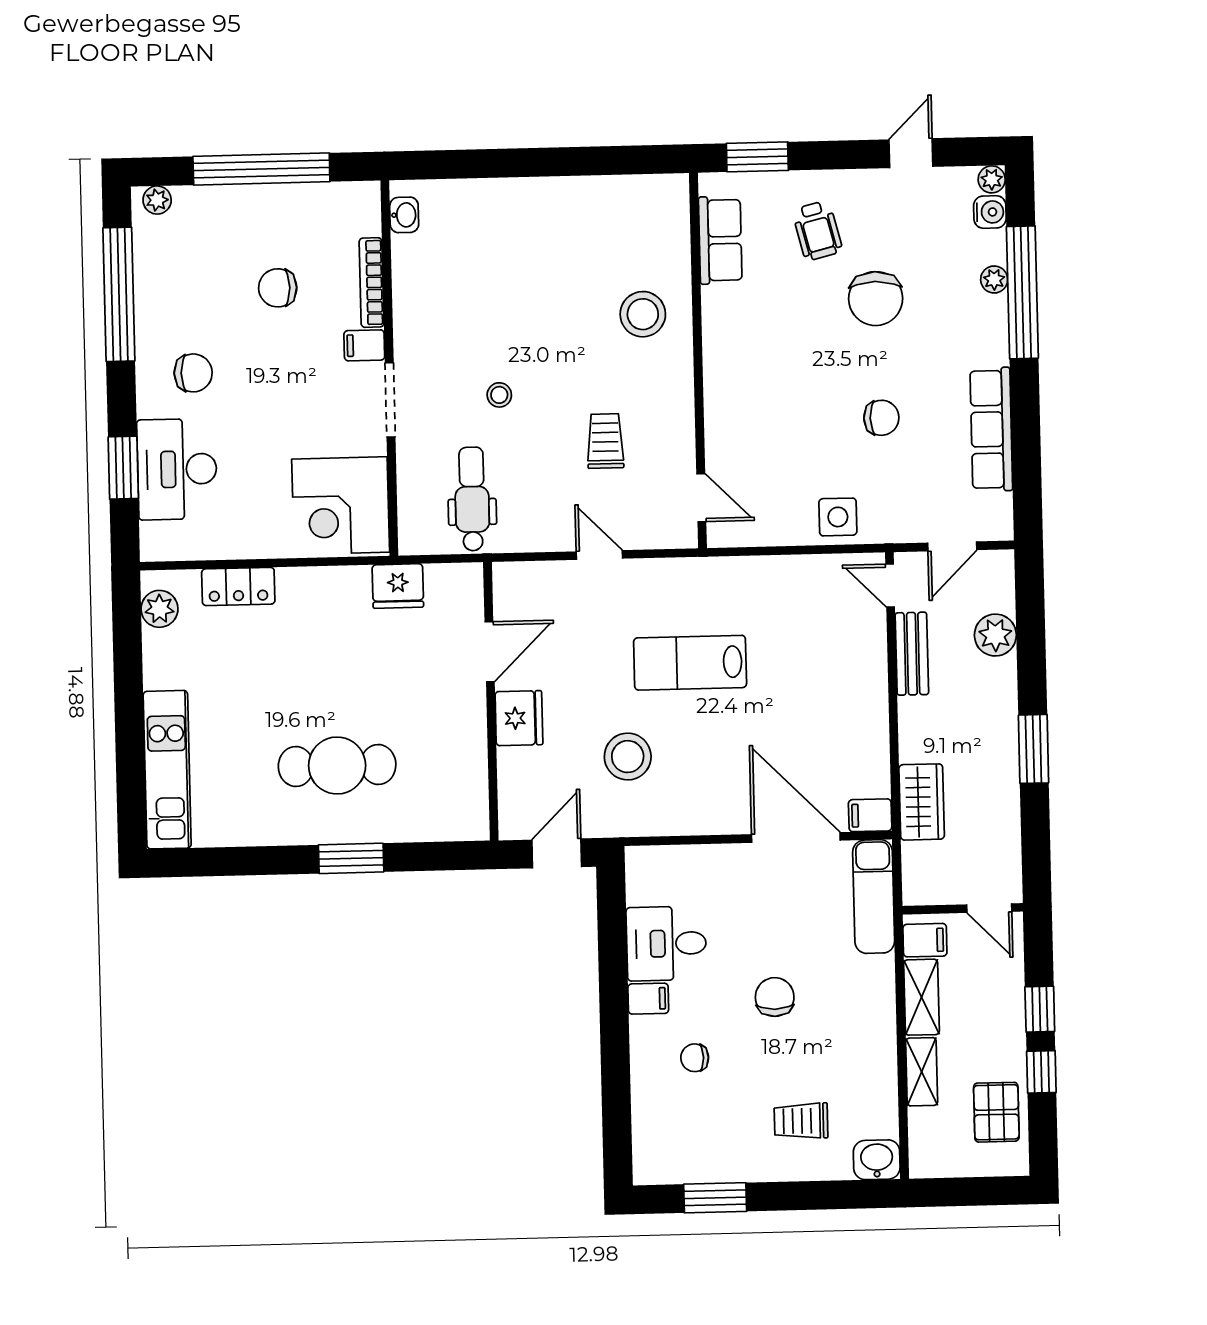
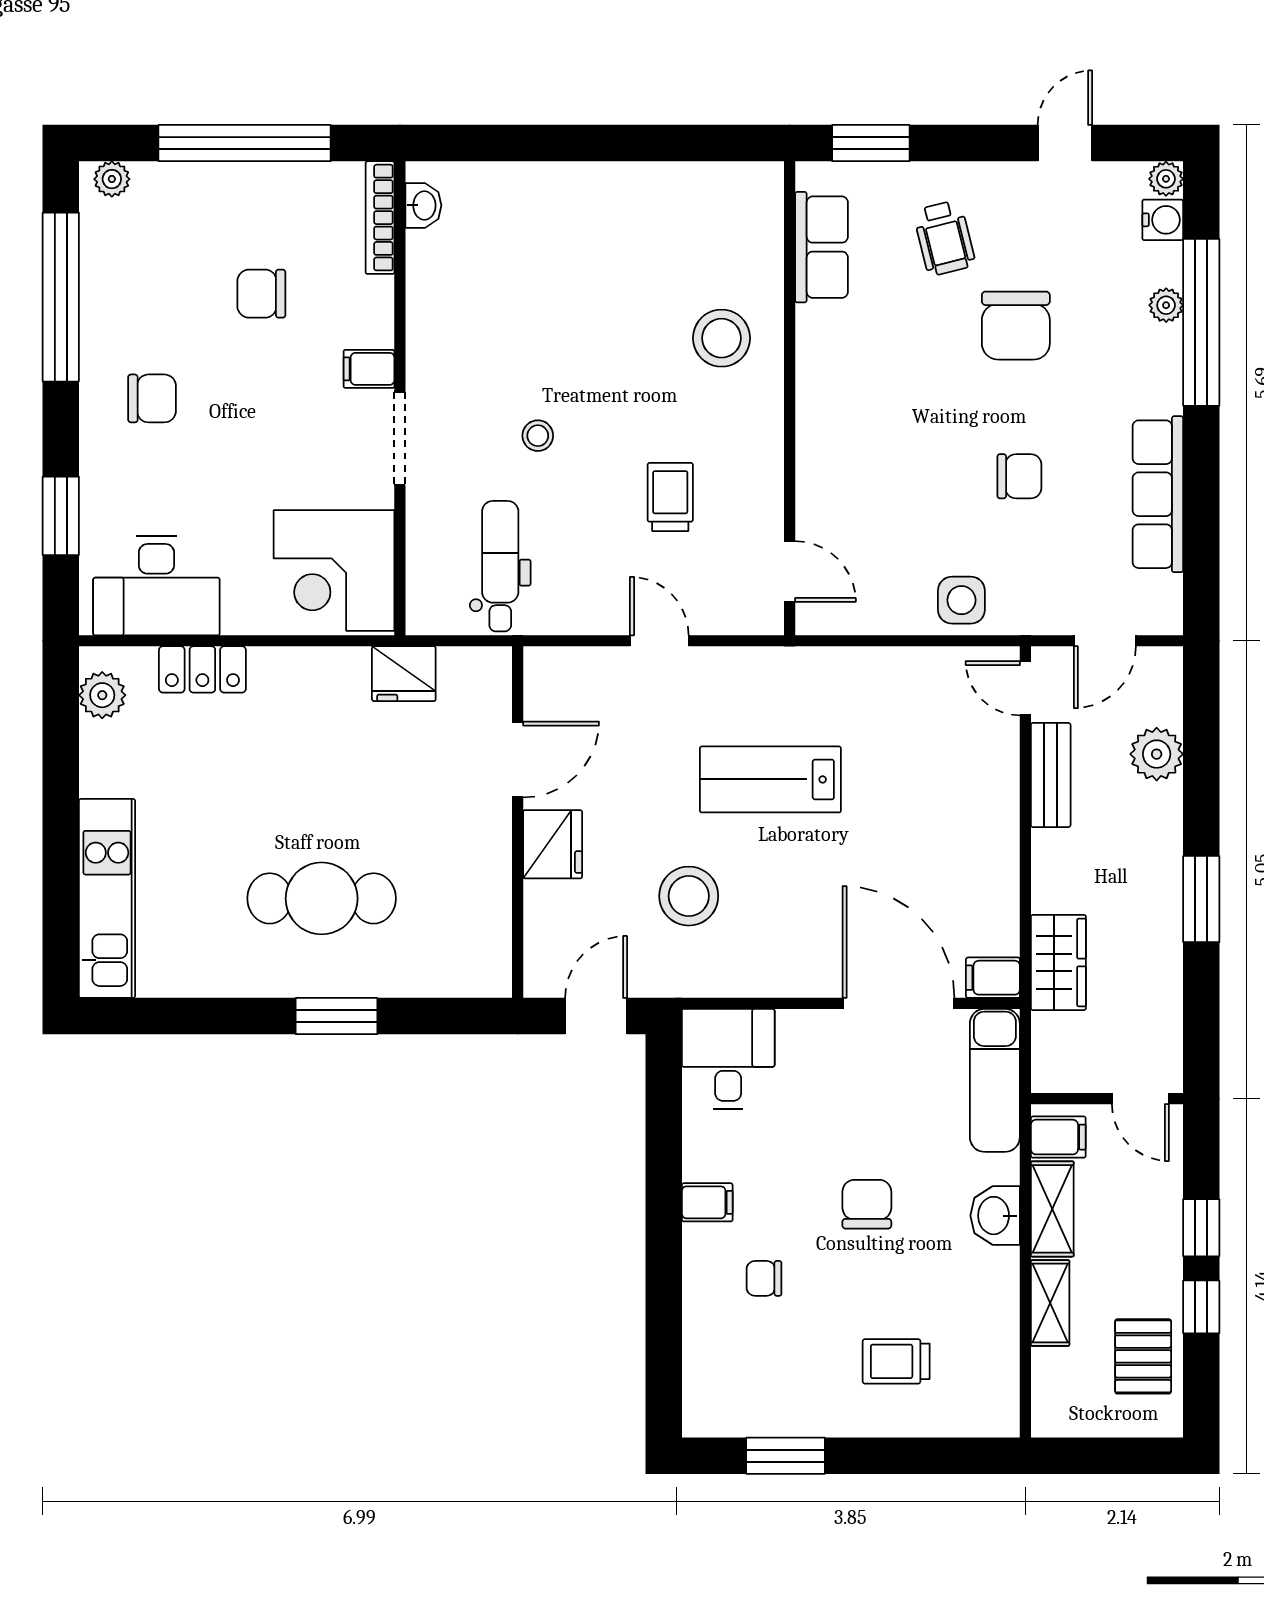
bookcase: (372, 283) -> (380, 218), moved
desk: (177, 469) -> (156, 586), moved, turned -90
desk: (666, 943) -> (728, 1059), moved, turned 90
washbasin: (877, 1160) -> (995, 1216), moved, turned -90

